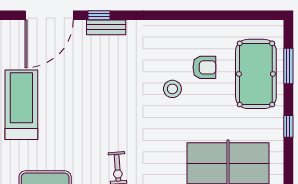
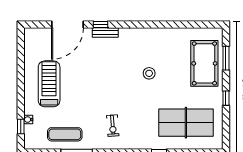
armchair: (204, 67) -> (170, 59), removed

